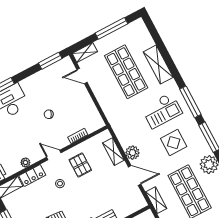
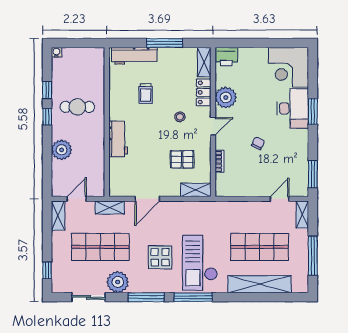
shelving: (158, 65) -> (259, 284), width x1.47
checkout: (162, 110) -> (200, 263), width x1.36, depth x1.21
shelving: (113, 152) -> (196, 190), moved
plant: (133, 153) -> (172, 209), removed
plant: (25, 162) -> (226, 97), width x1.87, depth x1.87
pallet: (80, 165) -> (182, 159), moved

